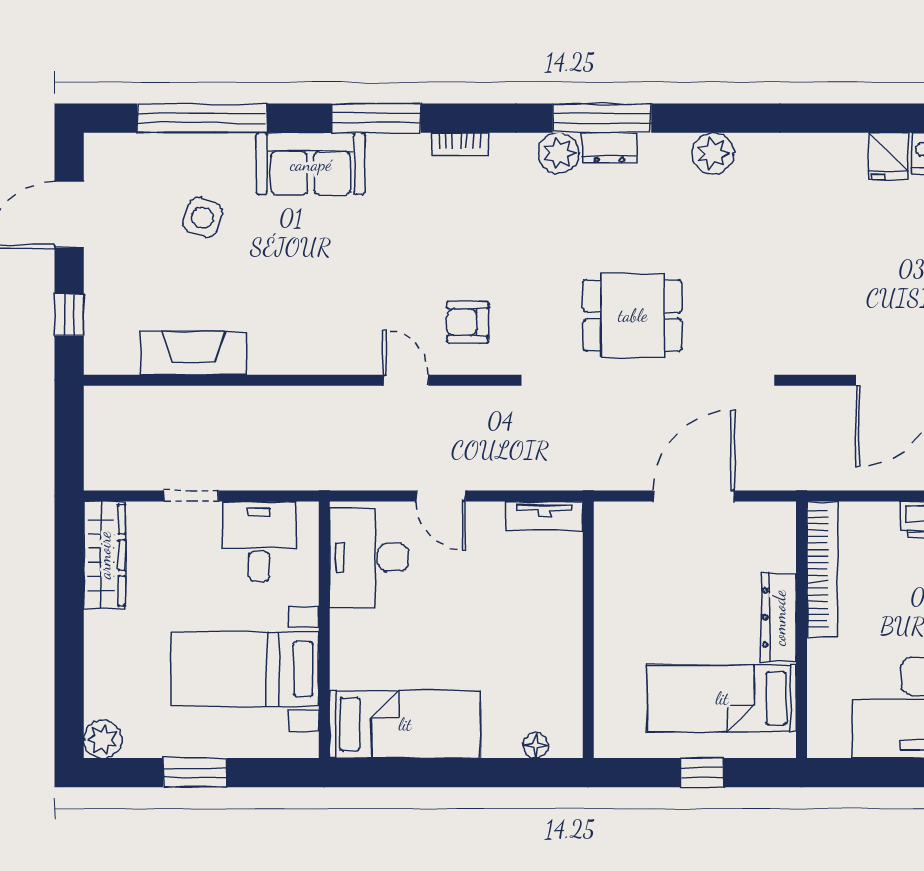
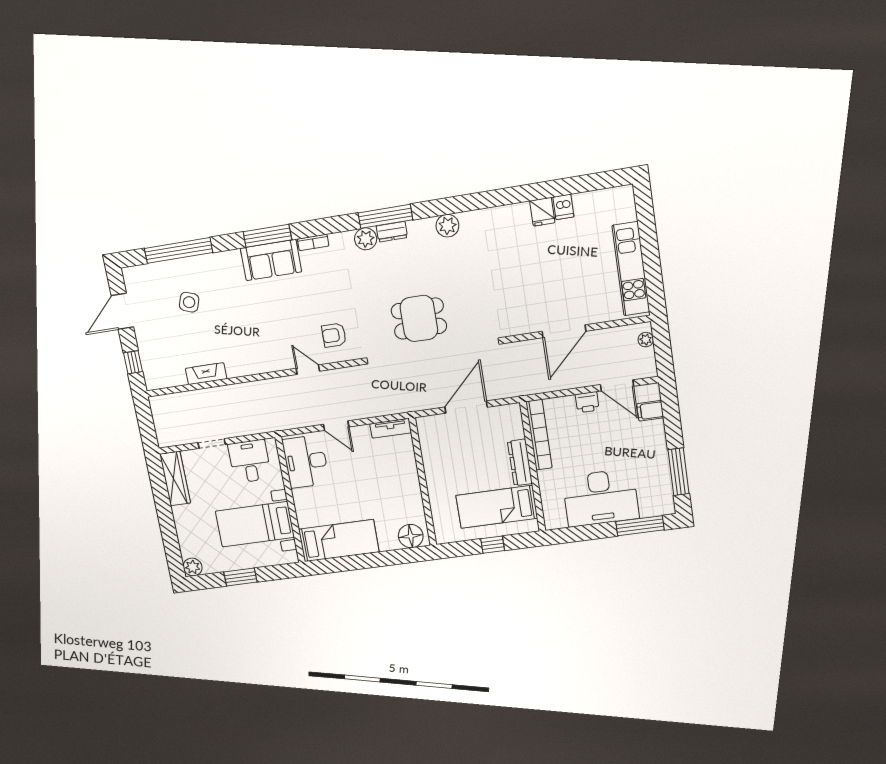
sofa: (311, 164) -> (271, 260), moved
fireplace: (193, 353) -> (206, 374), width x0.73, depth x0.76
floor lamp: (536, 745) -> (411, 536), width x1.89, depth x1.89

